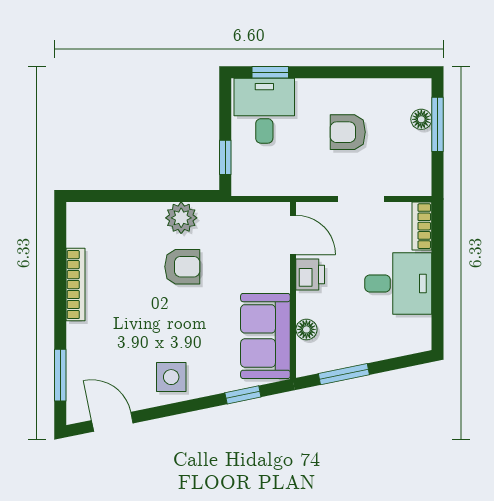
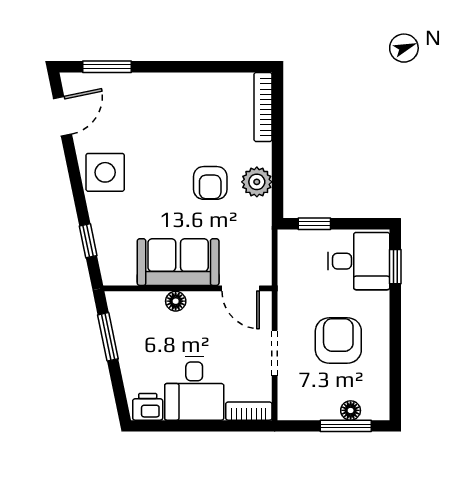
armchair: (348, 132) -> (338, 340), width x1.38, depth x1.38
door: (293, 235) -> (241, 288), hinge flipped
printer: (310, 275) -> (148, 407), moved, turned 180
bookcase: (75, 285) -> (263, 107), moved, turned 90
floor lamp: (306, 329) -> (176, 301), moved
sofa: (265, 336) -> (178, 262), moved
side table: (171, 377) -> (105, 172), width x1.37, depth x1.37

